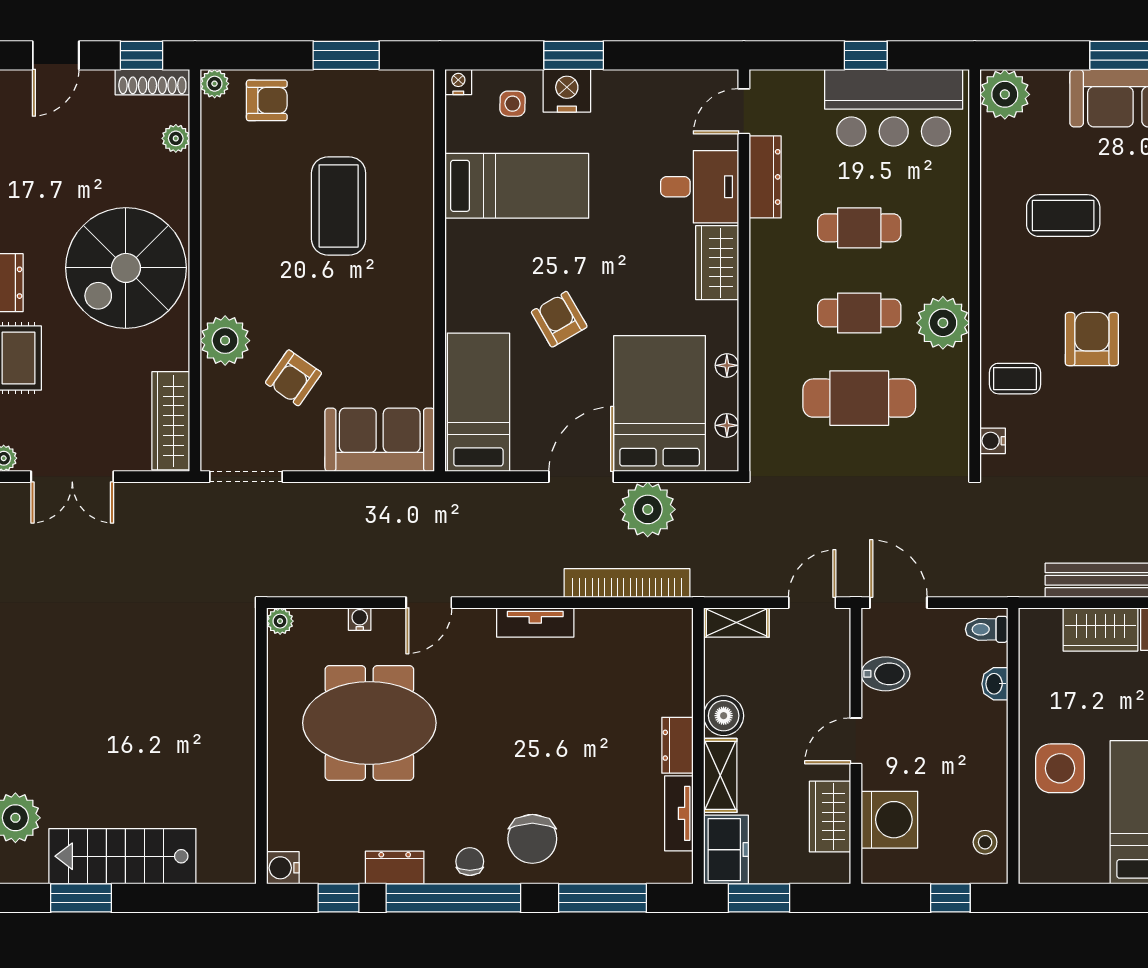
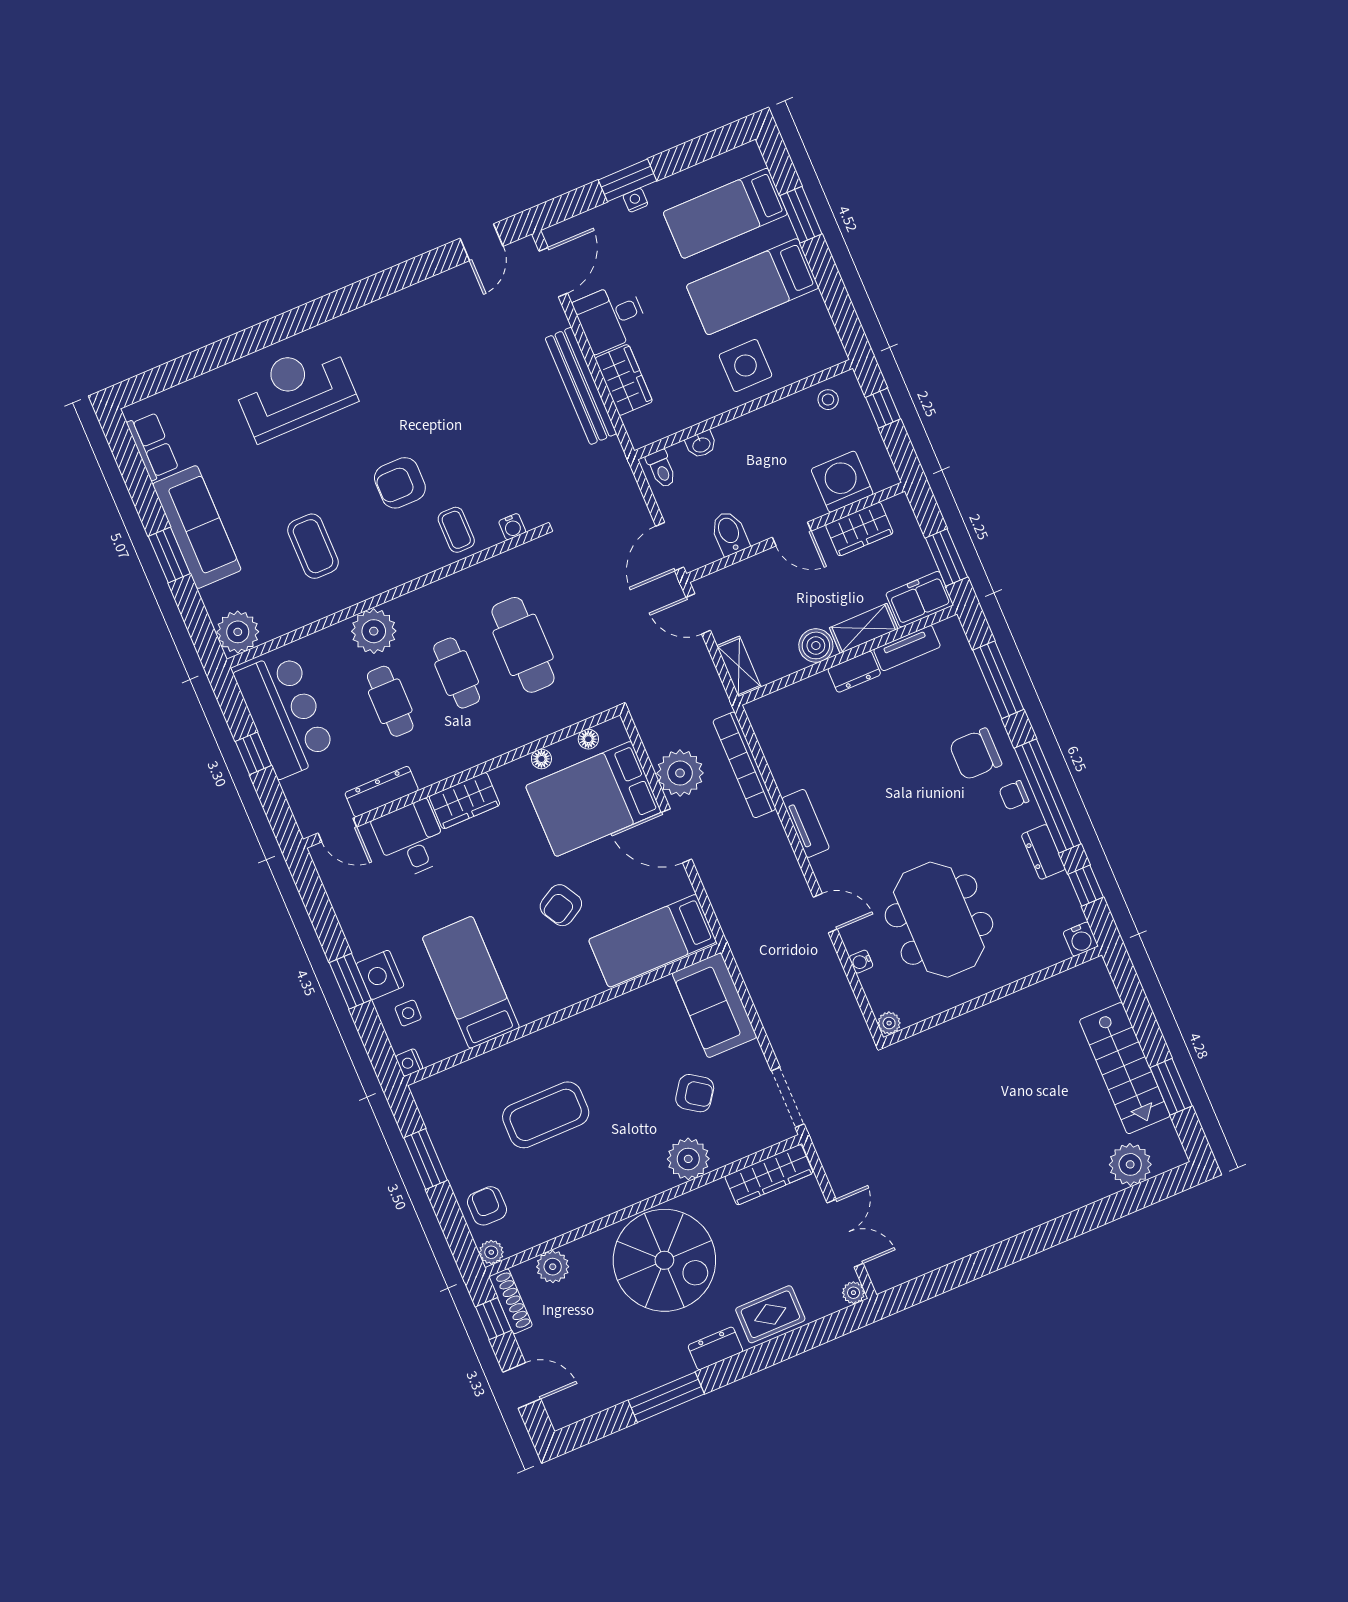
plant: (176, 138) -> (553, 1267), width x1.38, depth x1.38
plant: (943, 323) -> (374, 631), moved
chair: (532, 839) -> (975, 754), turned 180

